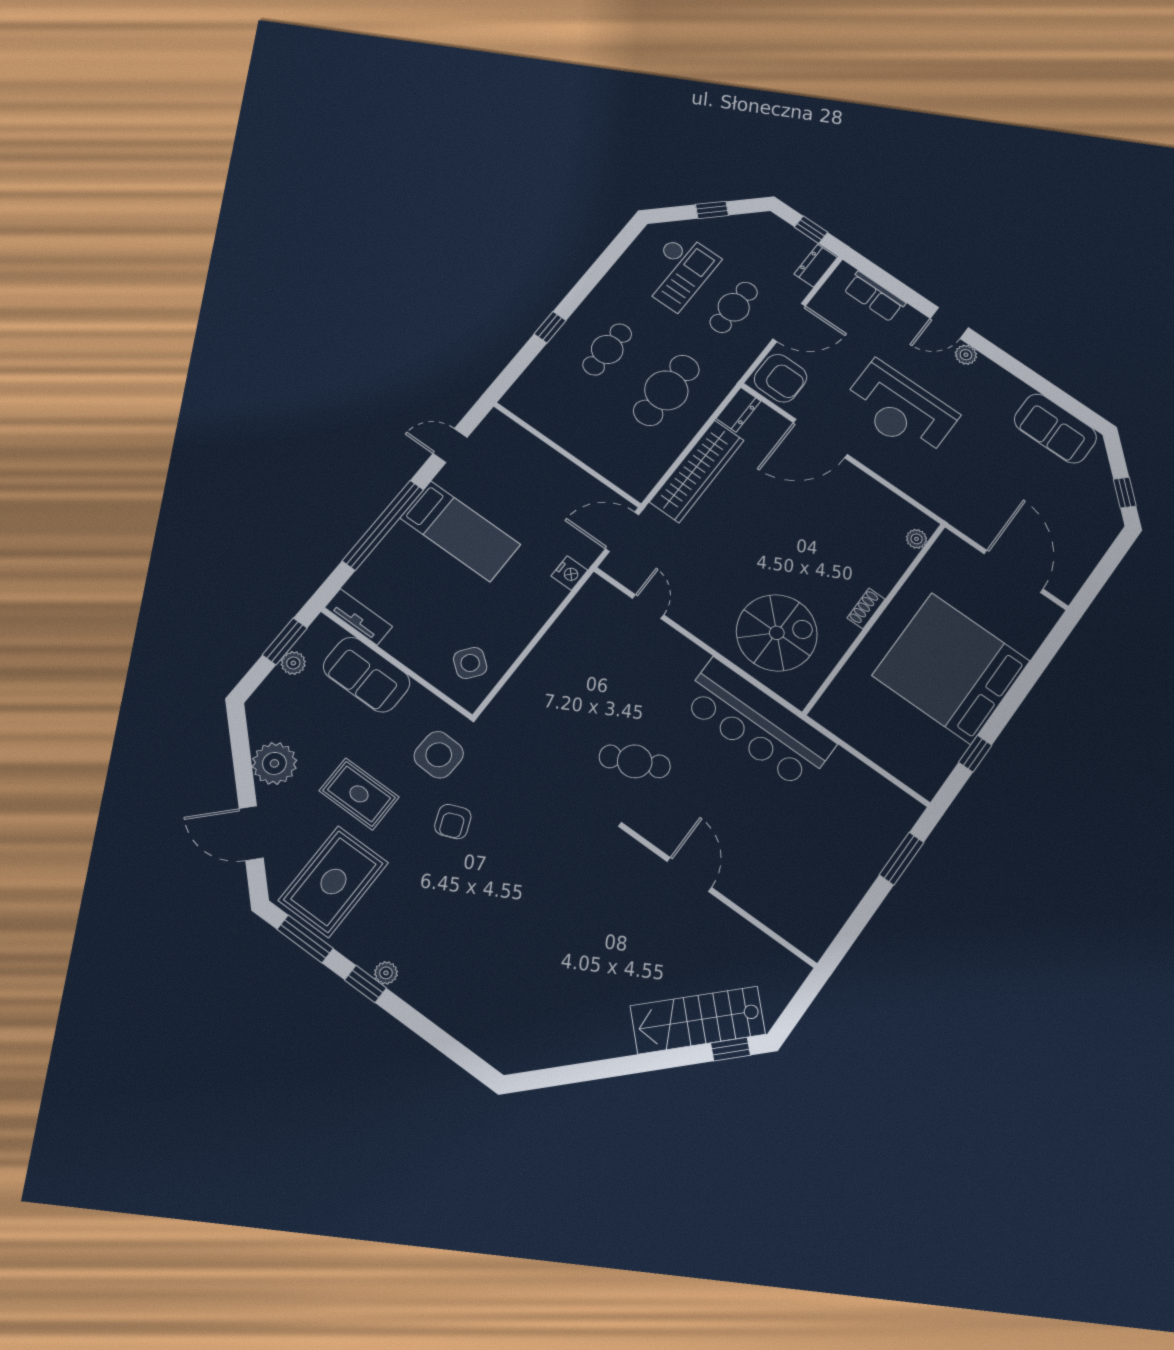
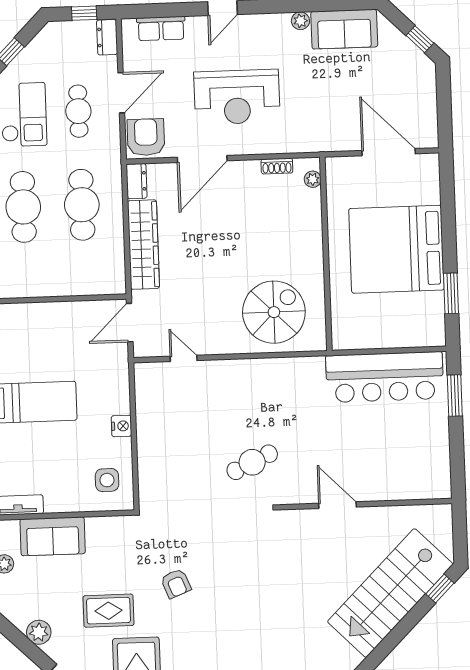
cafe table: (607, 349) -> (23, 207), width x1.37, depth x1.35
plant: (966, 355) -> (300, 21), moved
armchair: (781, 378) -> (146, 137), turned -90
nightstand: (569, 573) -> (121, 426), moved
shoe rack: (866, 609) -> (277, 166), moved, turned -90
side table: (470, 663) -> (107, 480), turned -38
bar counter: (758, 724) -> (385, 377), moved
window: (975, 754) -> (451, 293), width x1.50
side table: (439, 755) -> (135, 551), removed
plant: (274, 763) -> (39, 632), width x0.73, depth x0.73
stairs: (698, 1020) -> (390, 593), width x1.36, depth x1.51

